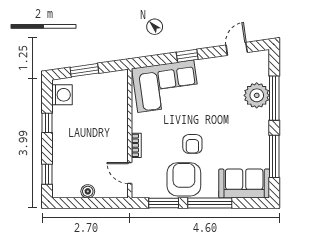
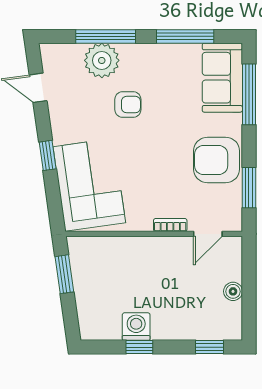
window: (84, 70) -> (64, 274), moved
washing machine: (62, 95) -> (136, 327), moved
armchair: (192, 144) -> (128, 105), moved
window: (210, 203) -> (249, 94), moved

